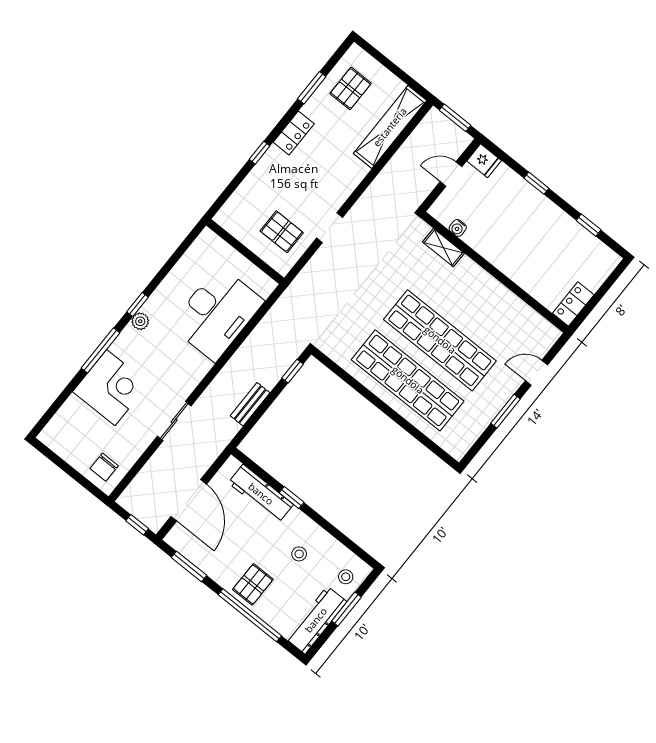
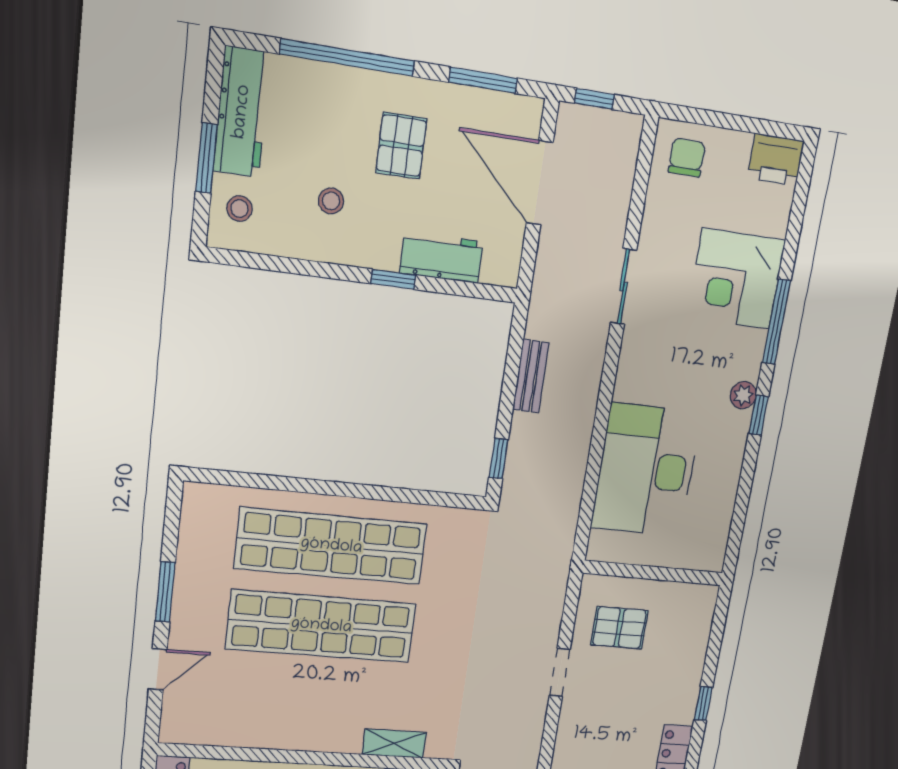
printer: (56, 437) -> (776, 160), added
workbench: (261, 494) -> (441, 257), width x0.73
pallet: (253, 584) -> (401, 146), moved

